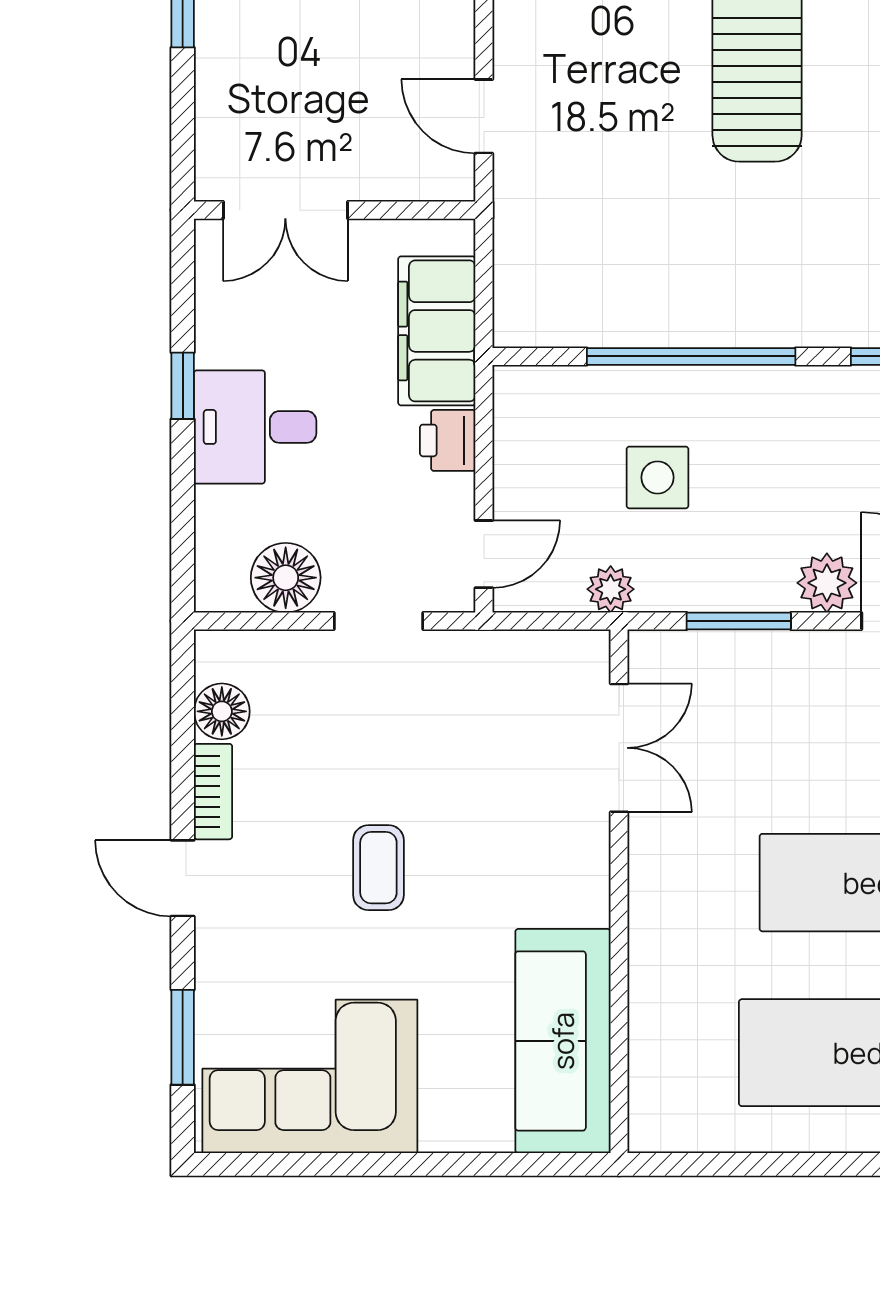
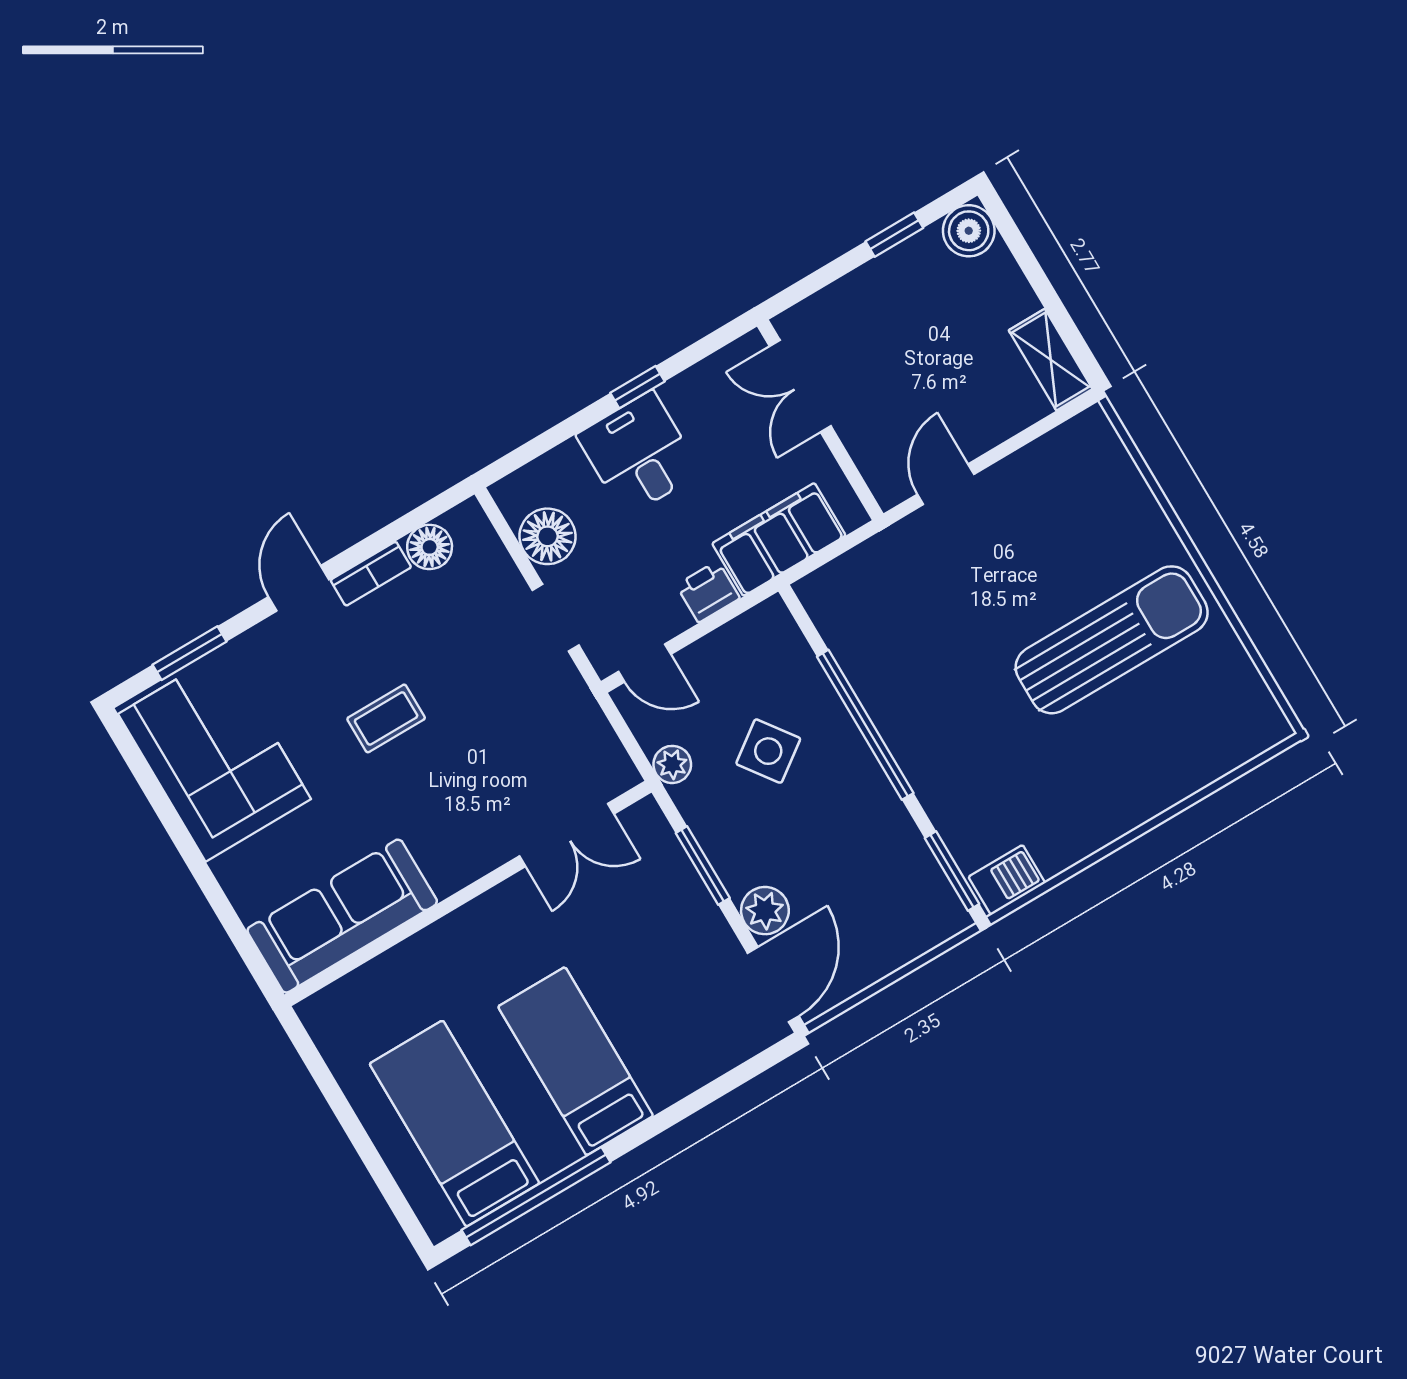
side table: (657, 477) -> (768, 751), turned -36

